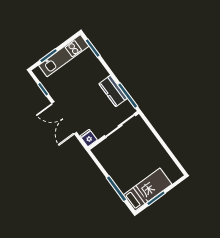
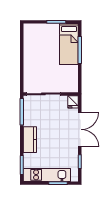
kitchen counter: (113, 91) -> (30, 140), moved
bed: (148, 189) -> (69, 44), moved, turned -90

